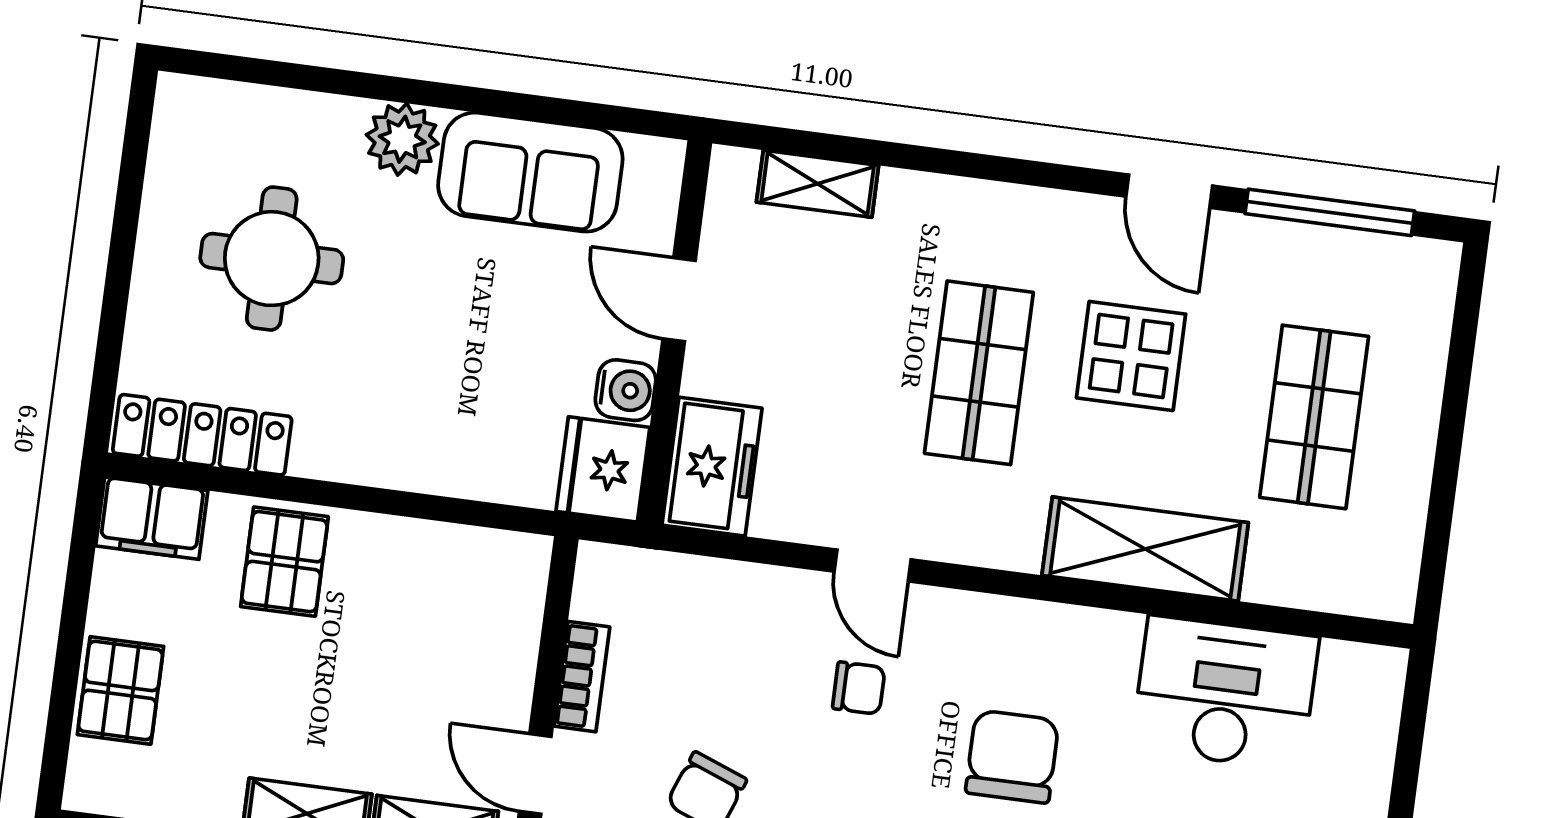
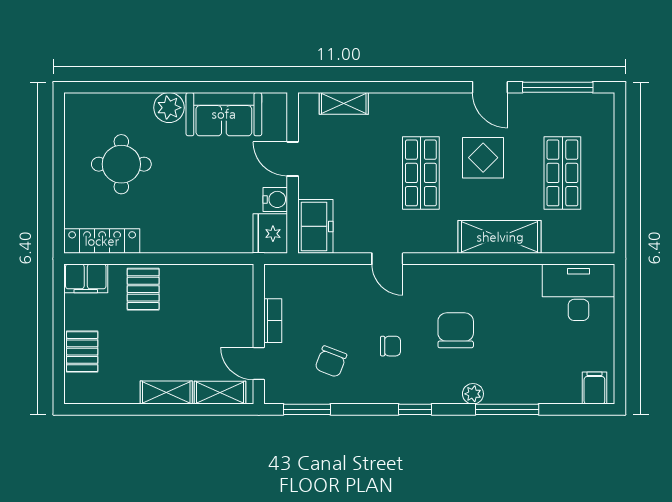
chair: (859, 688) -> (391, 346), moved
desk: (1225, 693) -> (579, 292), moved

